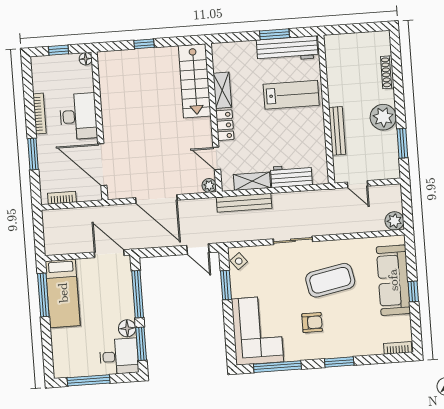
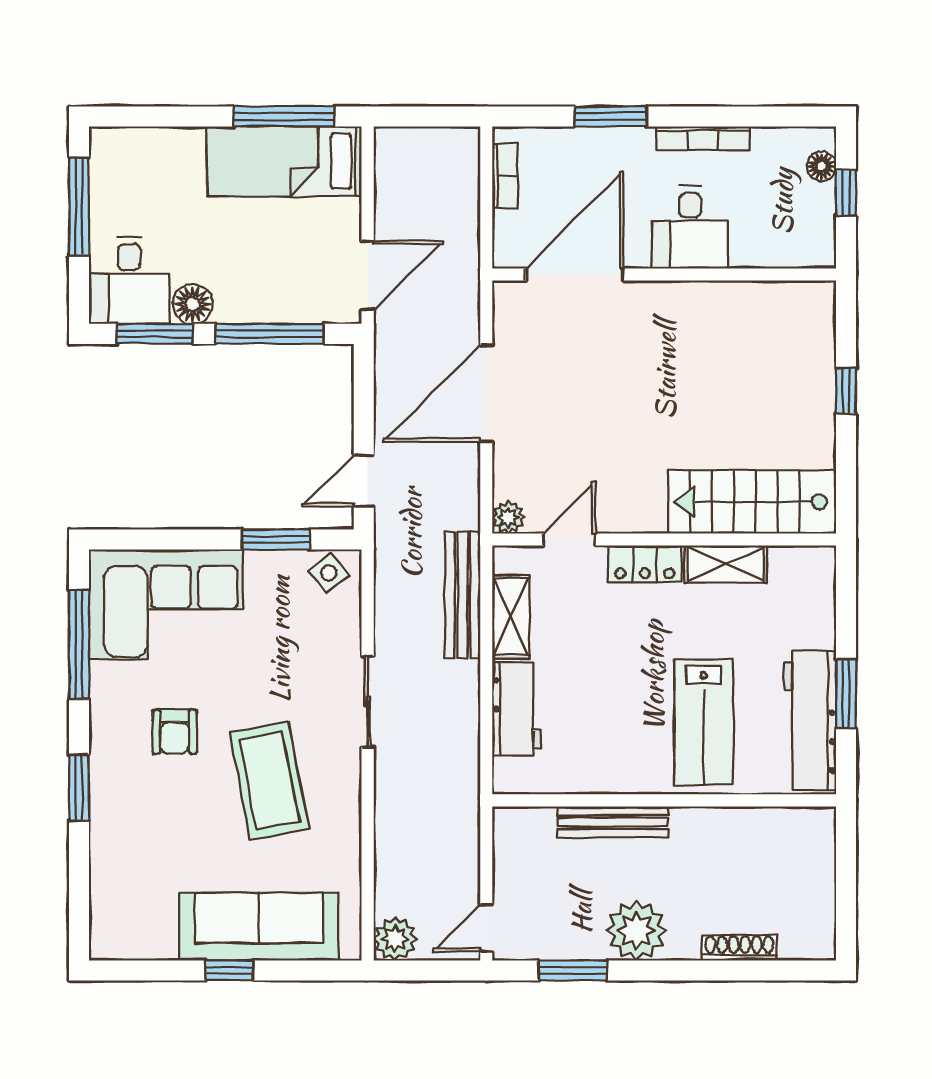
floor lamp: (86, 59) -> (821, 166), moved
desk: (78, 116) -> (690, 227), width x0.73
door: (357, 184) -> (486, 928), moved
bookcase: (398, 348) -> (102, 925), removed

